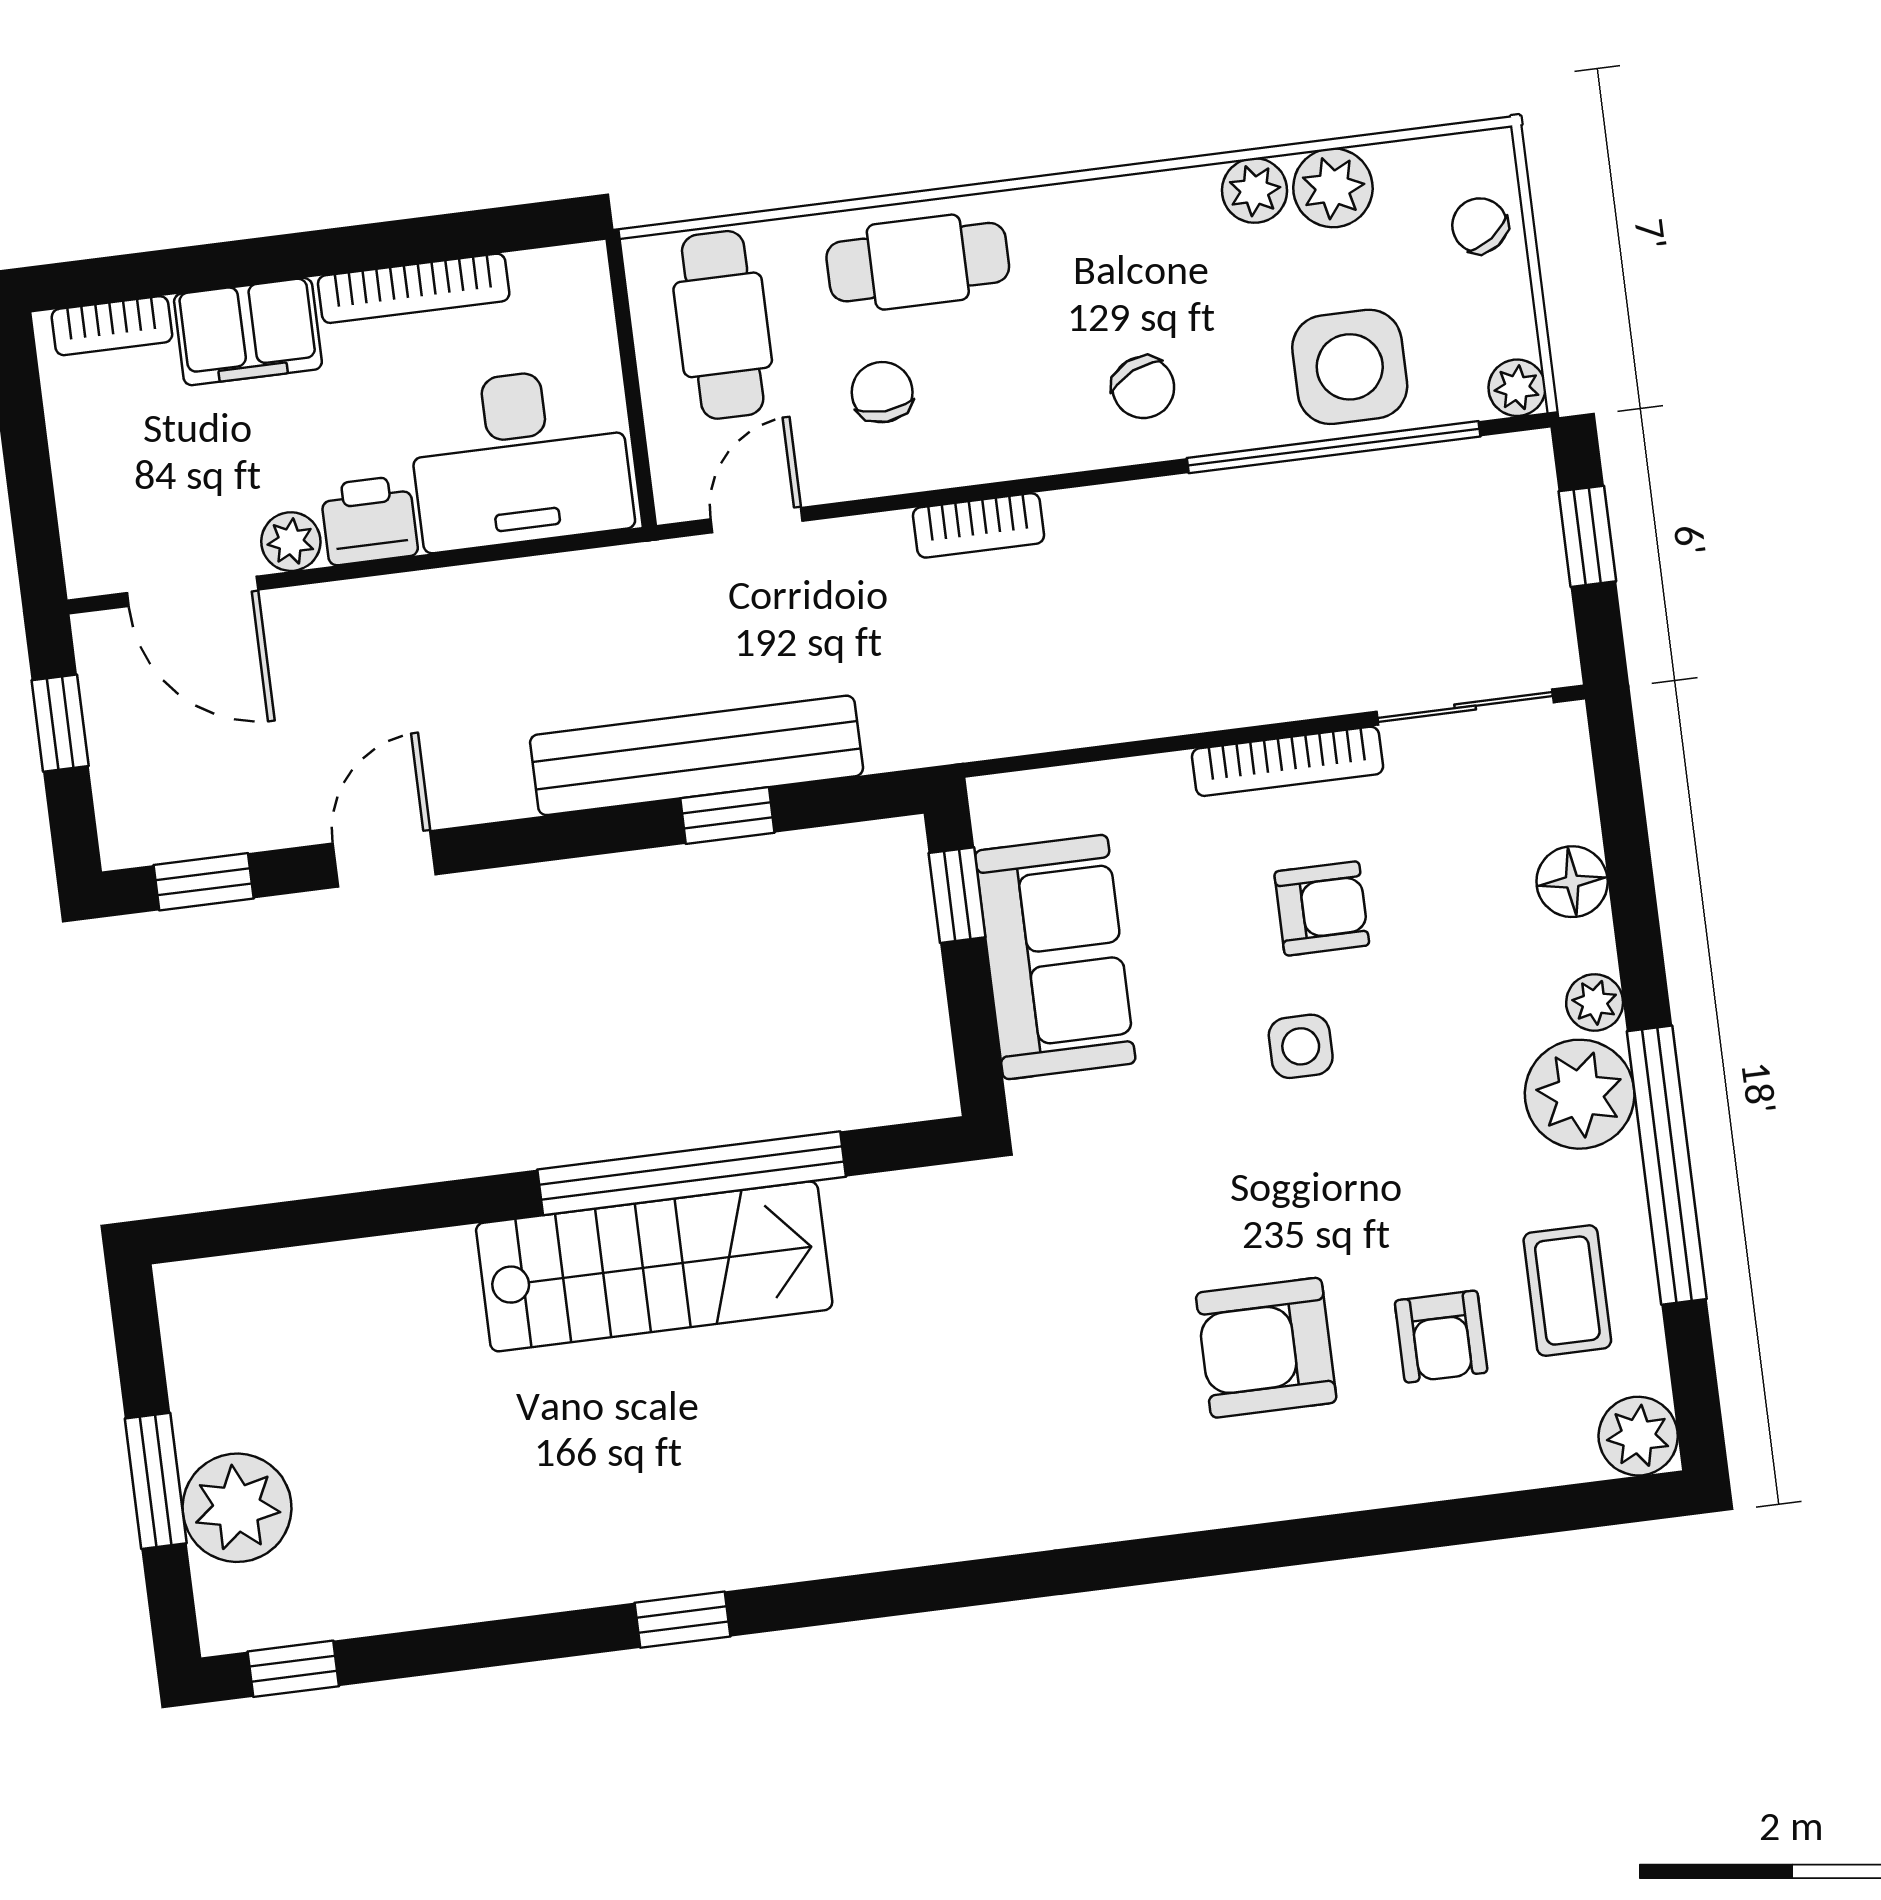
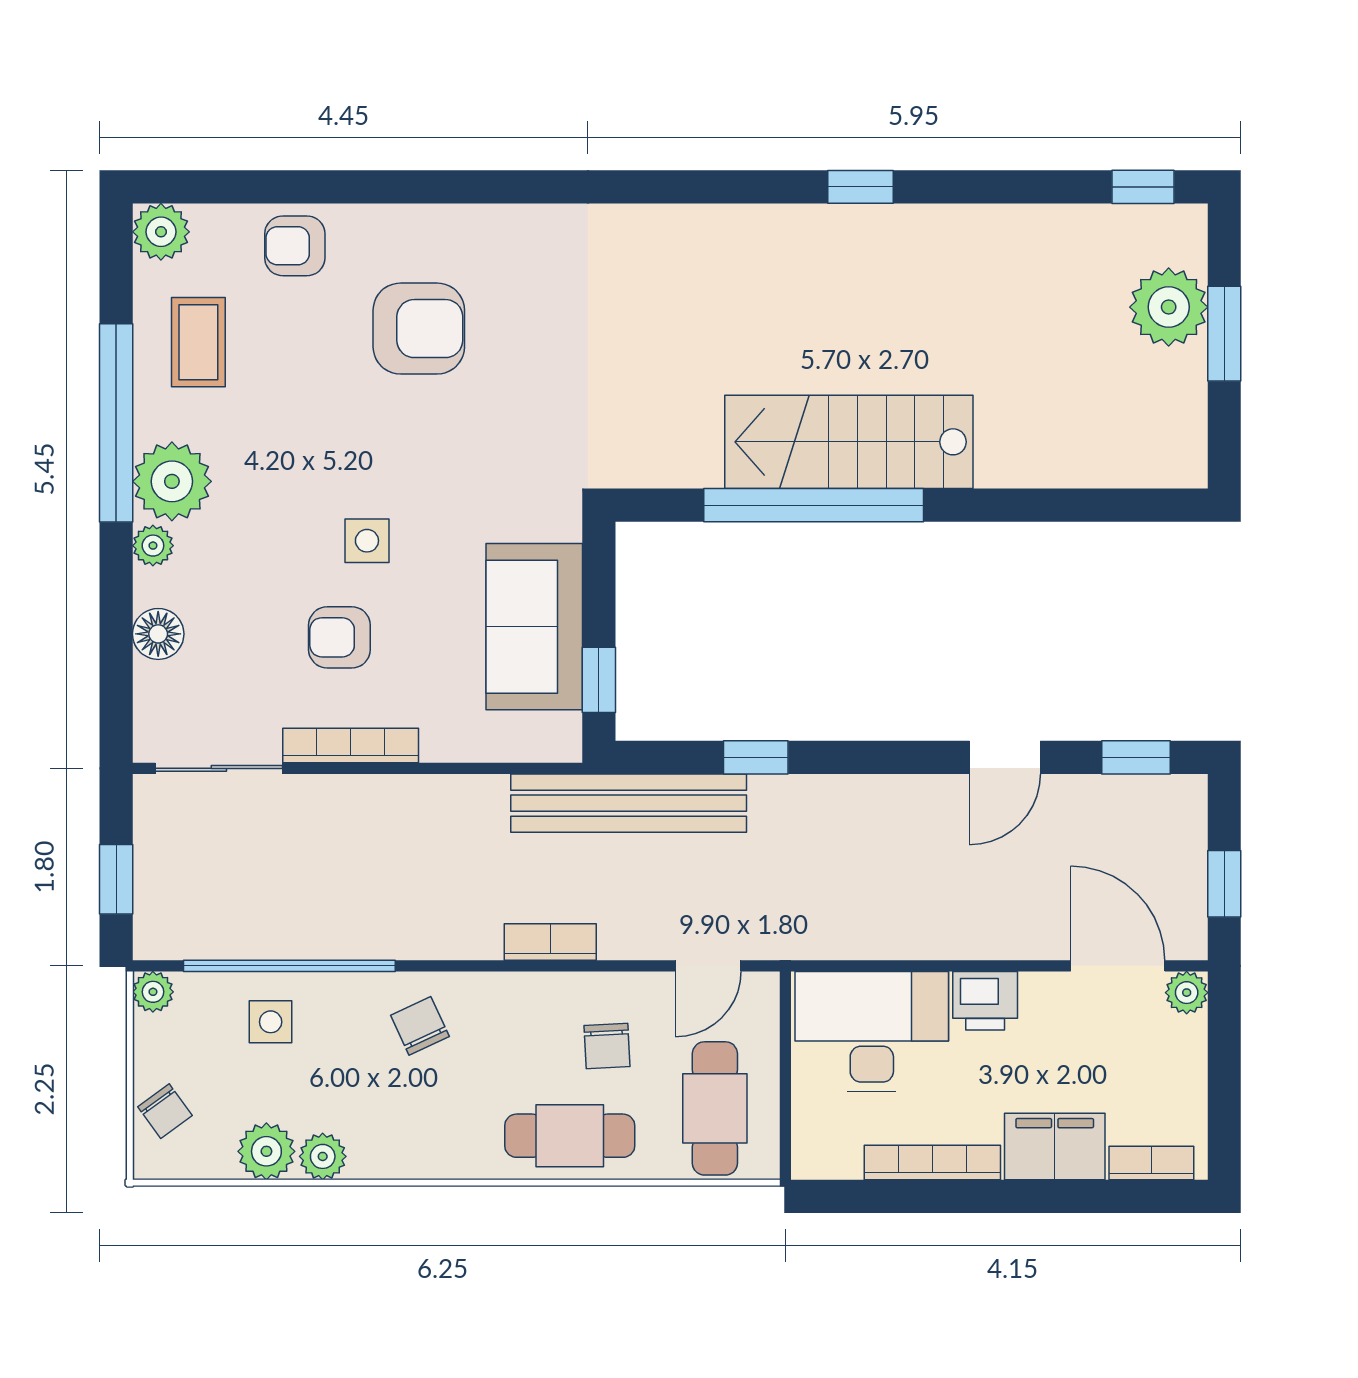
side table: (1350, 367) -> (271, 1022), width x0.54, depth x0.54
plant: (291, 542) -> (1187, 993), moved
bench: (697, 755) -> (629, 803), moved
armchair: (1441, 1337) -> (295, 246), moved, turned -90

